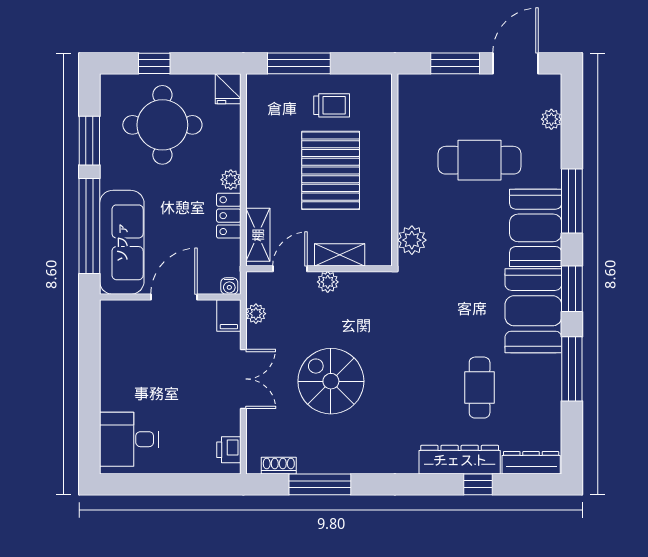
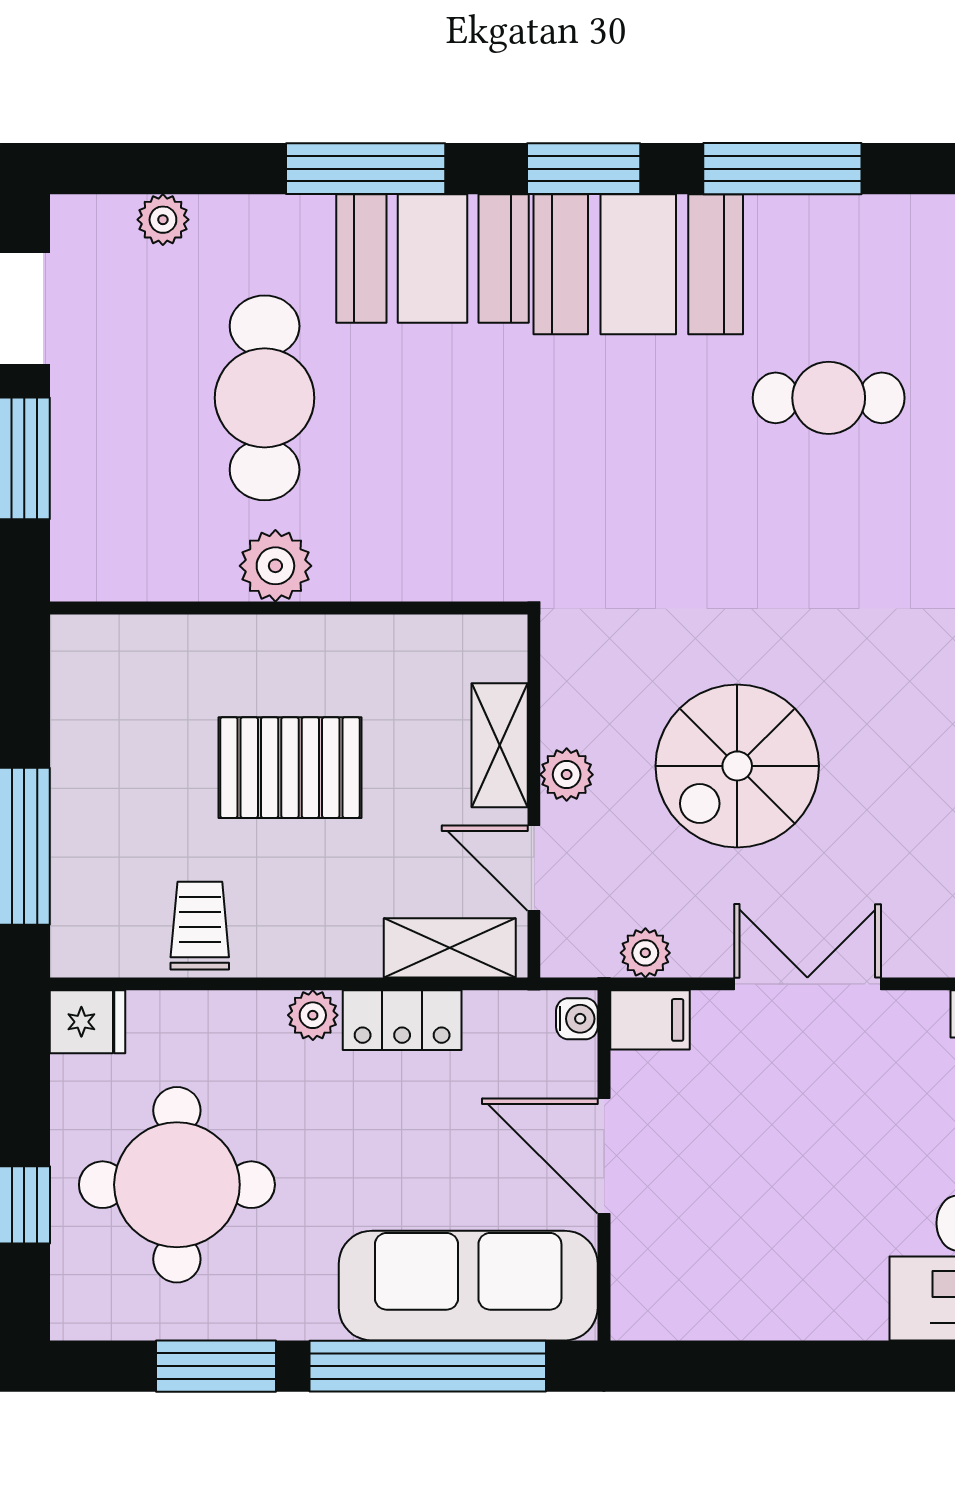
trolley: (332, 105) -> (200, 926), moved
pallet: (331, 170) -> (290, 768), width x0.73, depth x0.71
plant: (412, 240) -> (275, 566), moved
spiral stairs: (331, 381) -> (737, 766), moved

